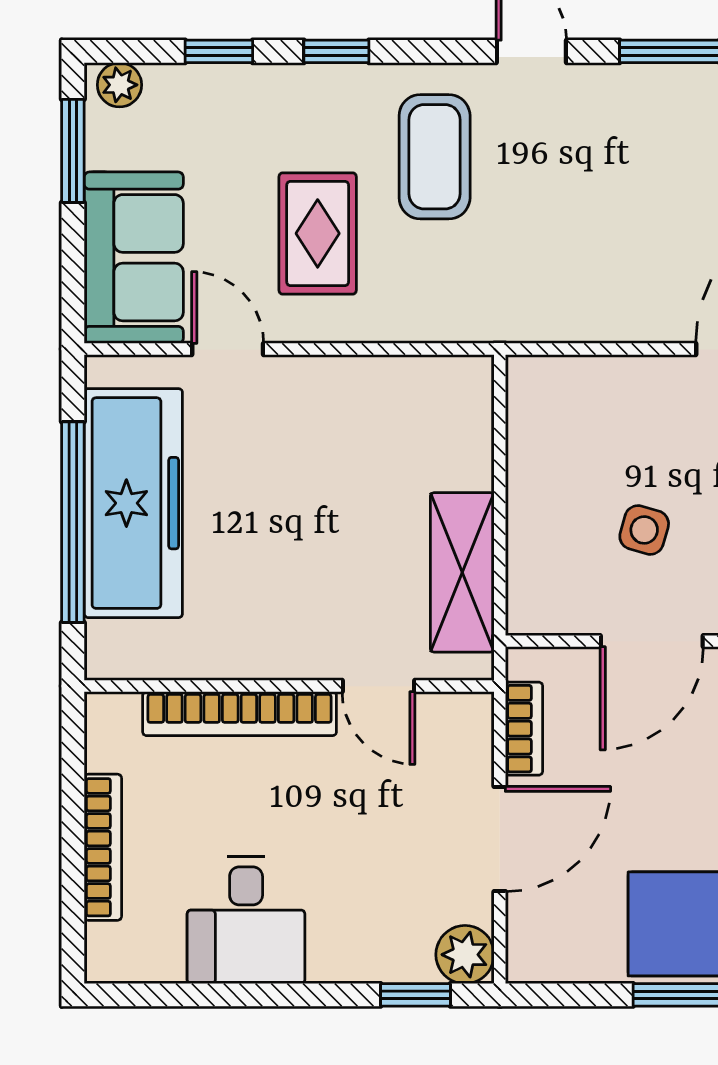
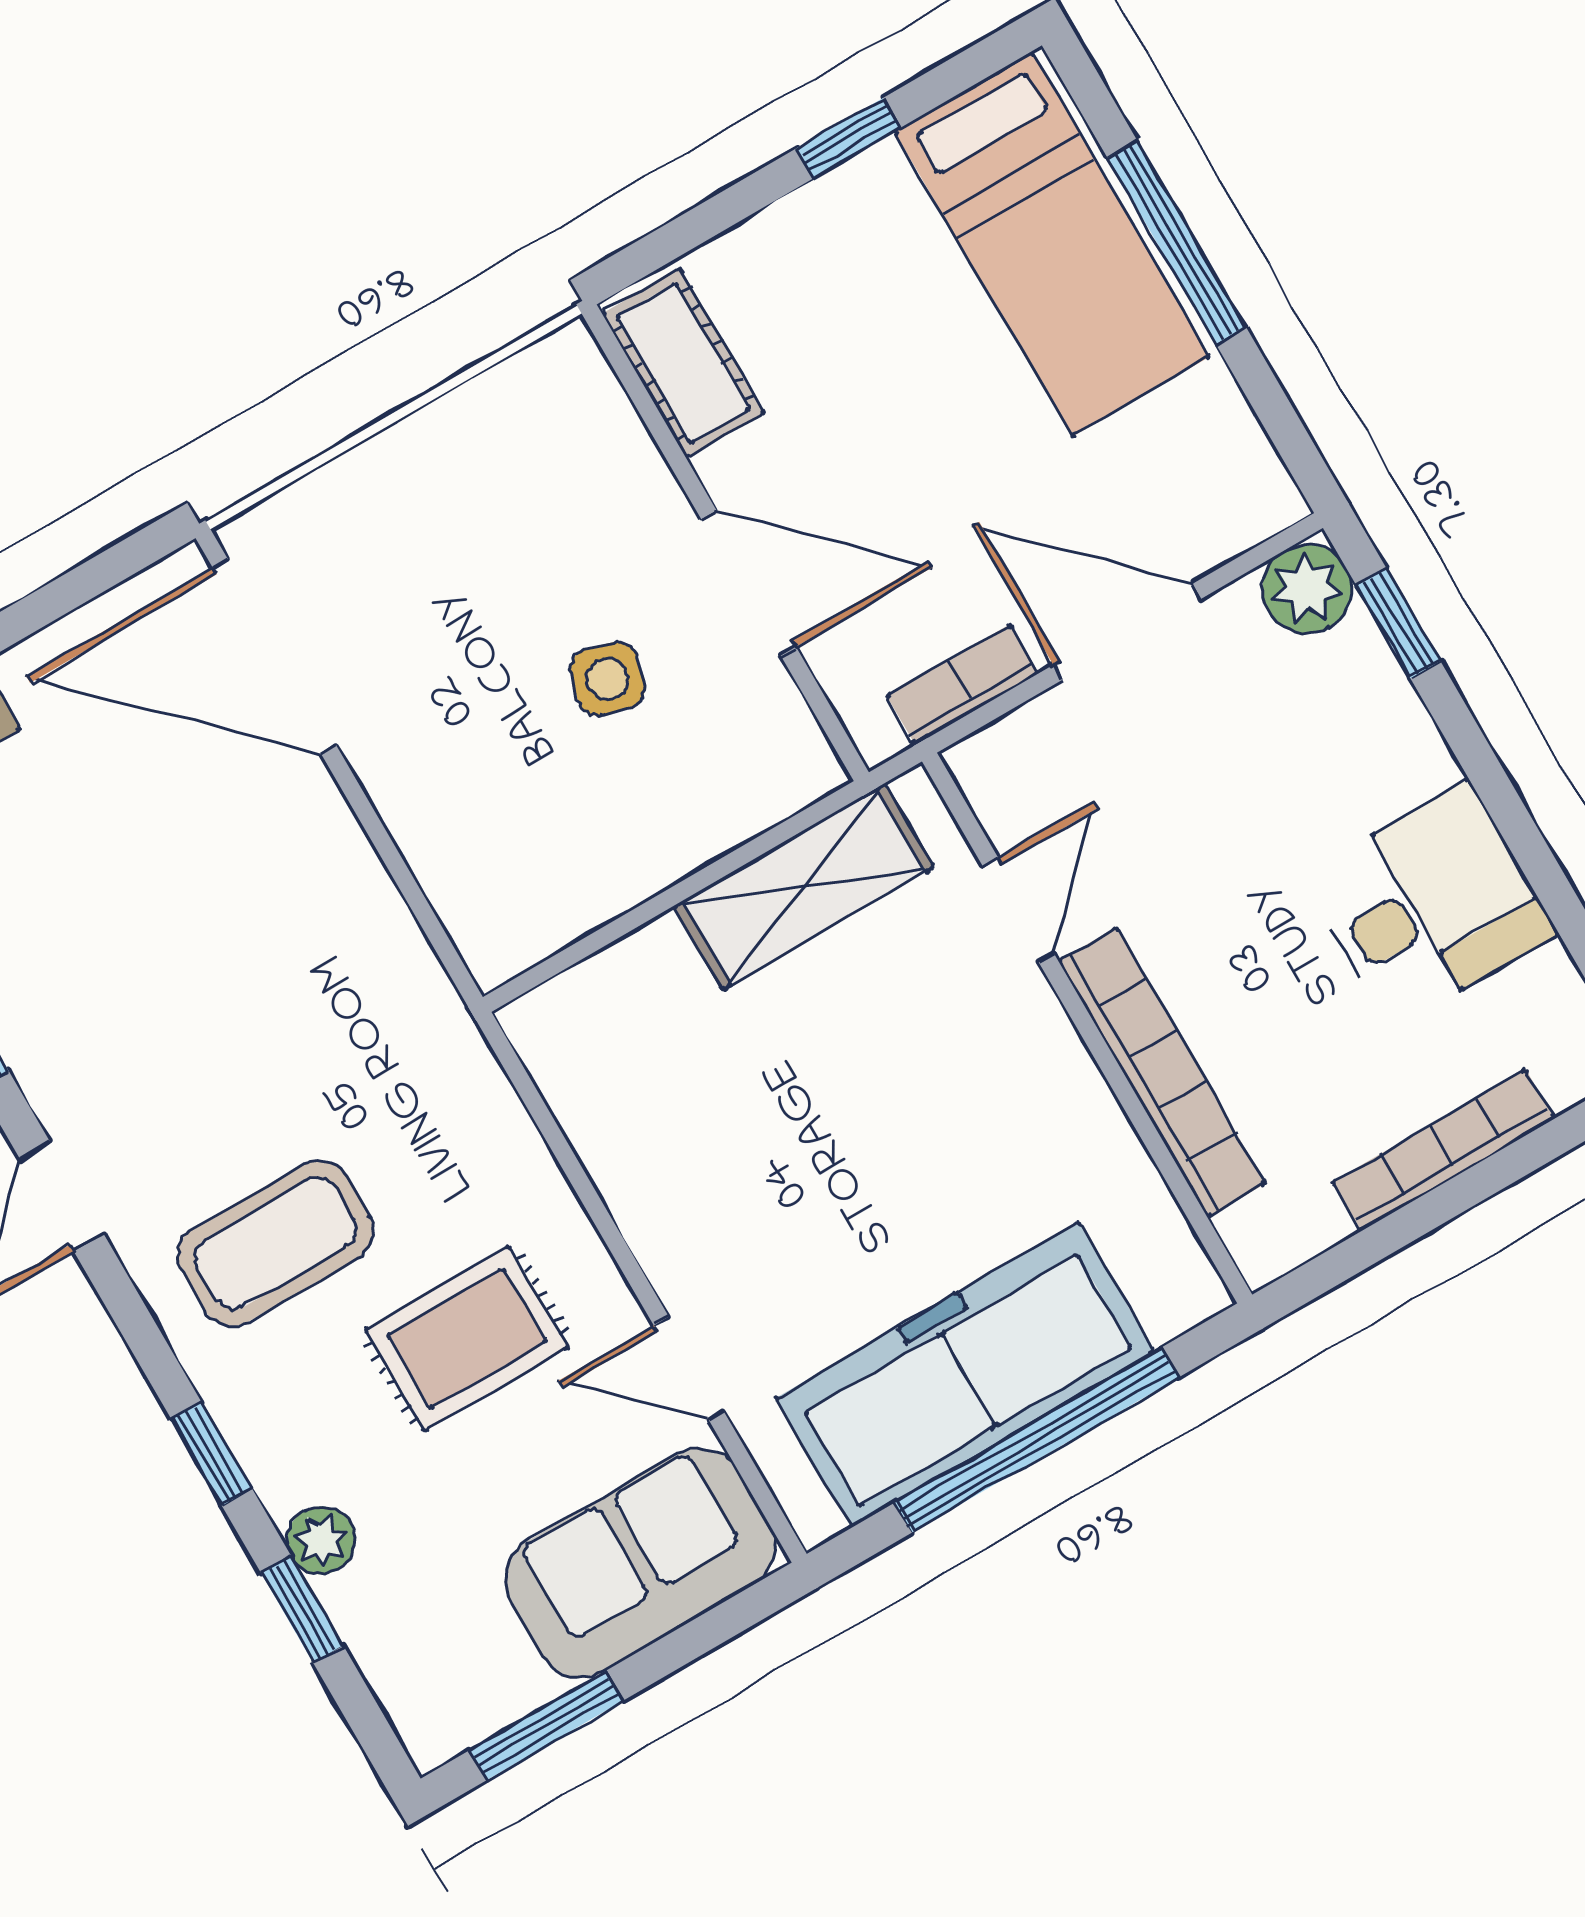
plant: (119, 85) -> (321, 1540), moved
door: (228, 349) -> (689, 1369), hinge flipped

